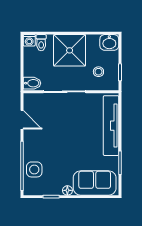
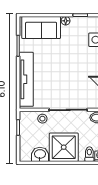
washbasin: (109, 42) -> (40, 154), moved
stool: (98, 72) -> (42, 119), moved

